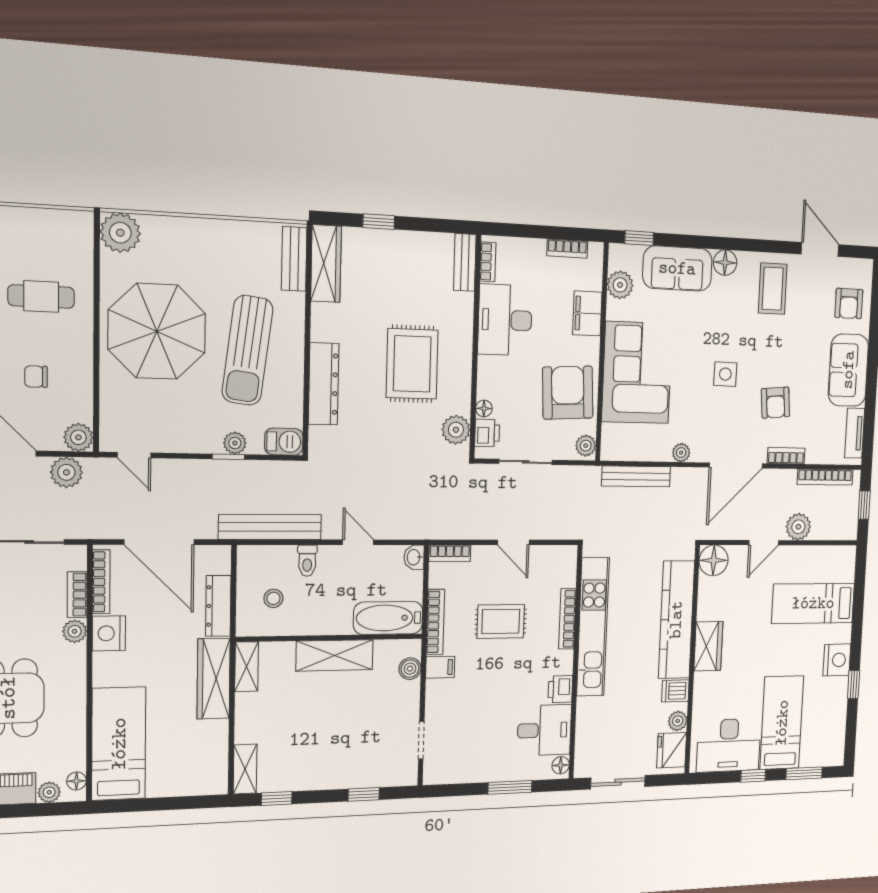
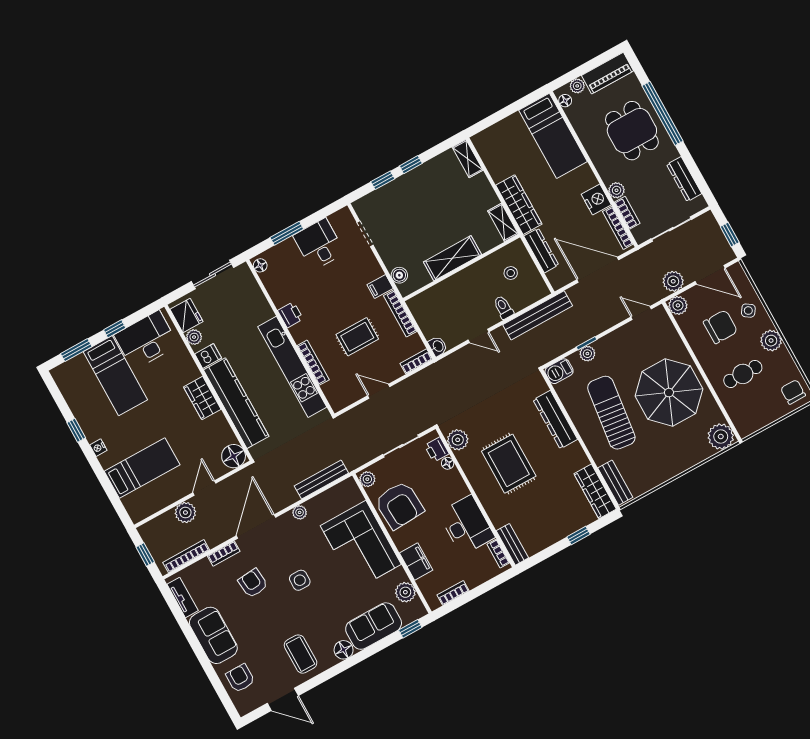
chair: (36, 377) -> (720, 327), width x1.87, depth x1.87
bathtub: (388, 618) -> (432, 300), removed
nightstand: (837, 660) -> (98, 448), width x0.53, depth x0.56
desk: (544, 730) -> (319, 244), moved, turned 90
window: (277, 798) -> (411, 165), moved

